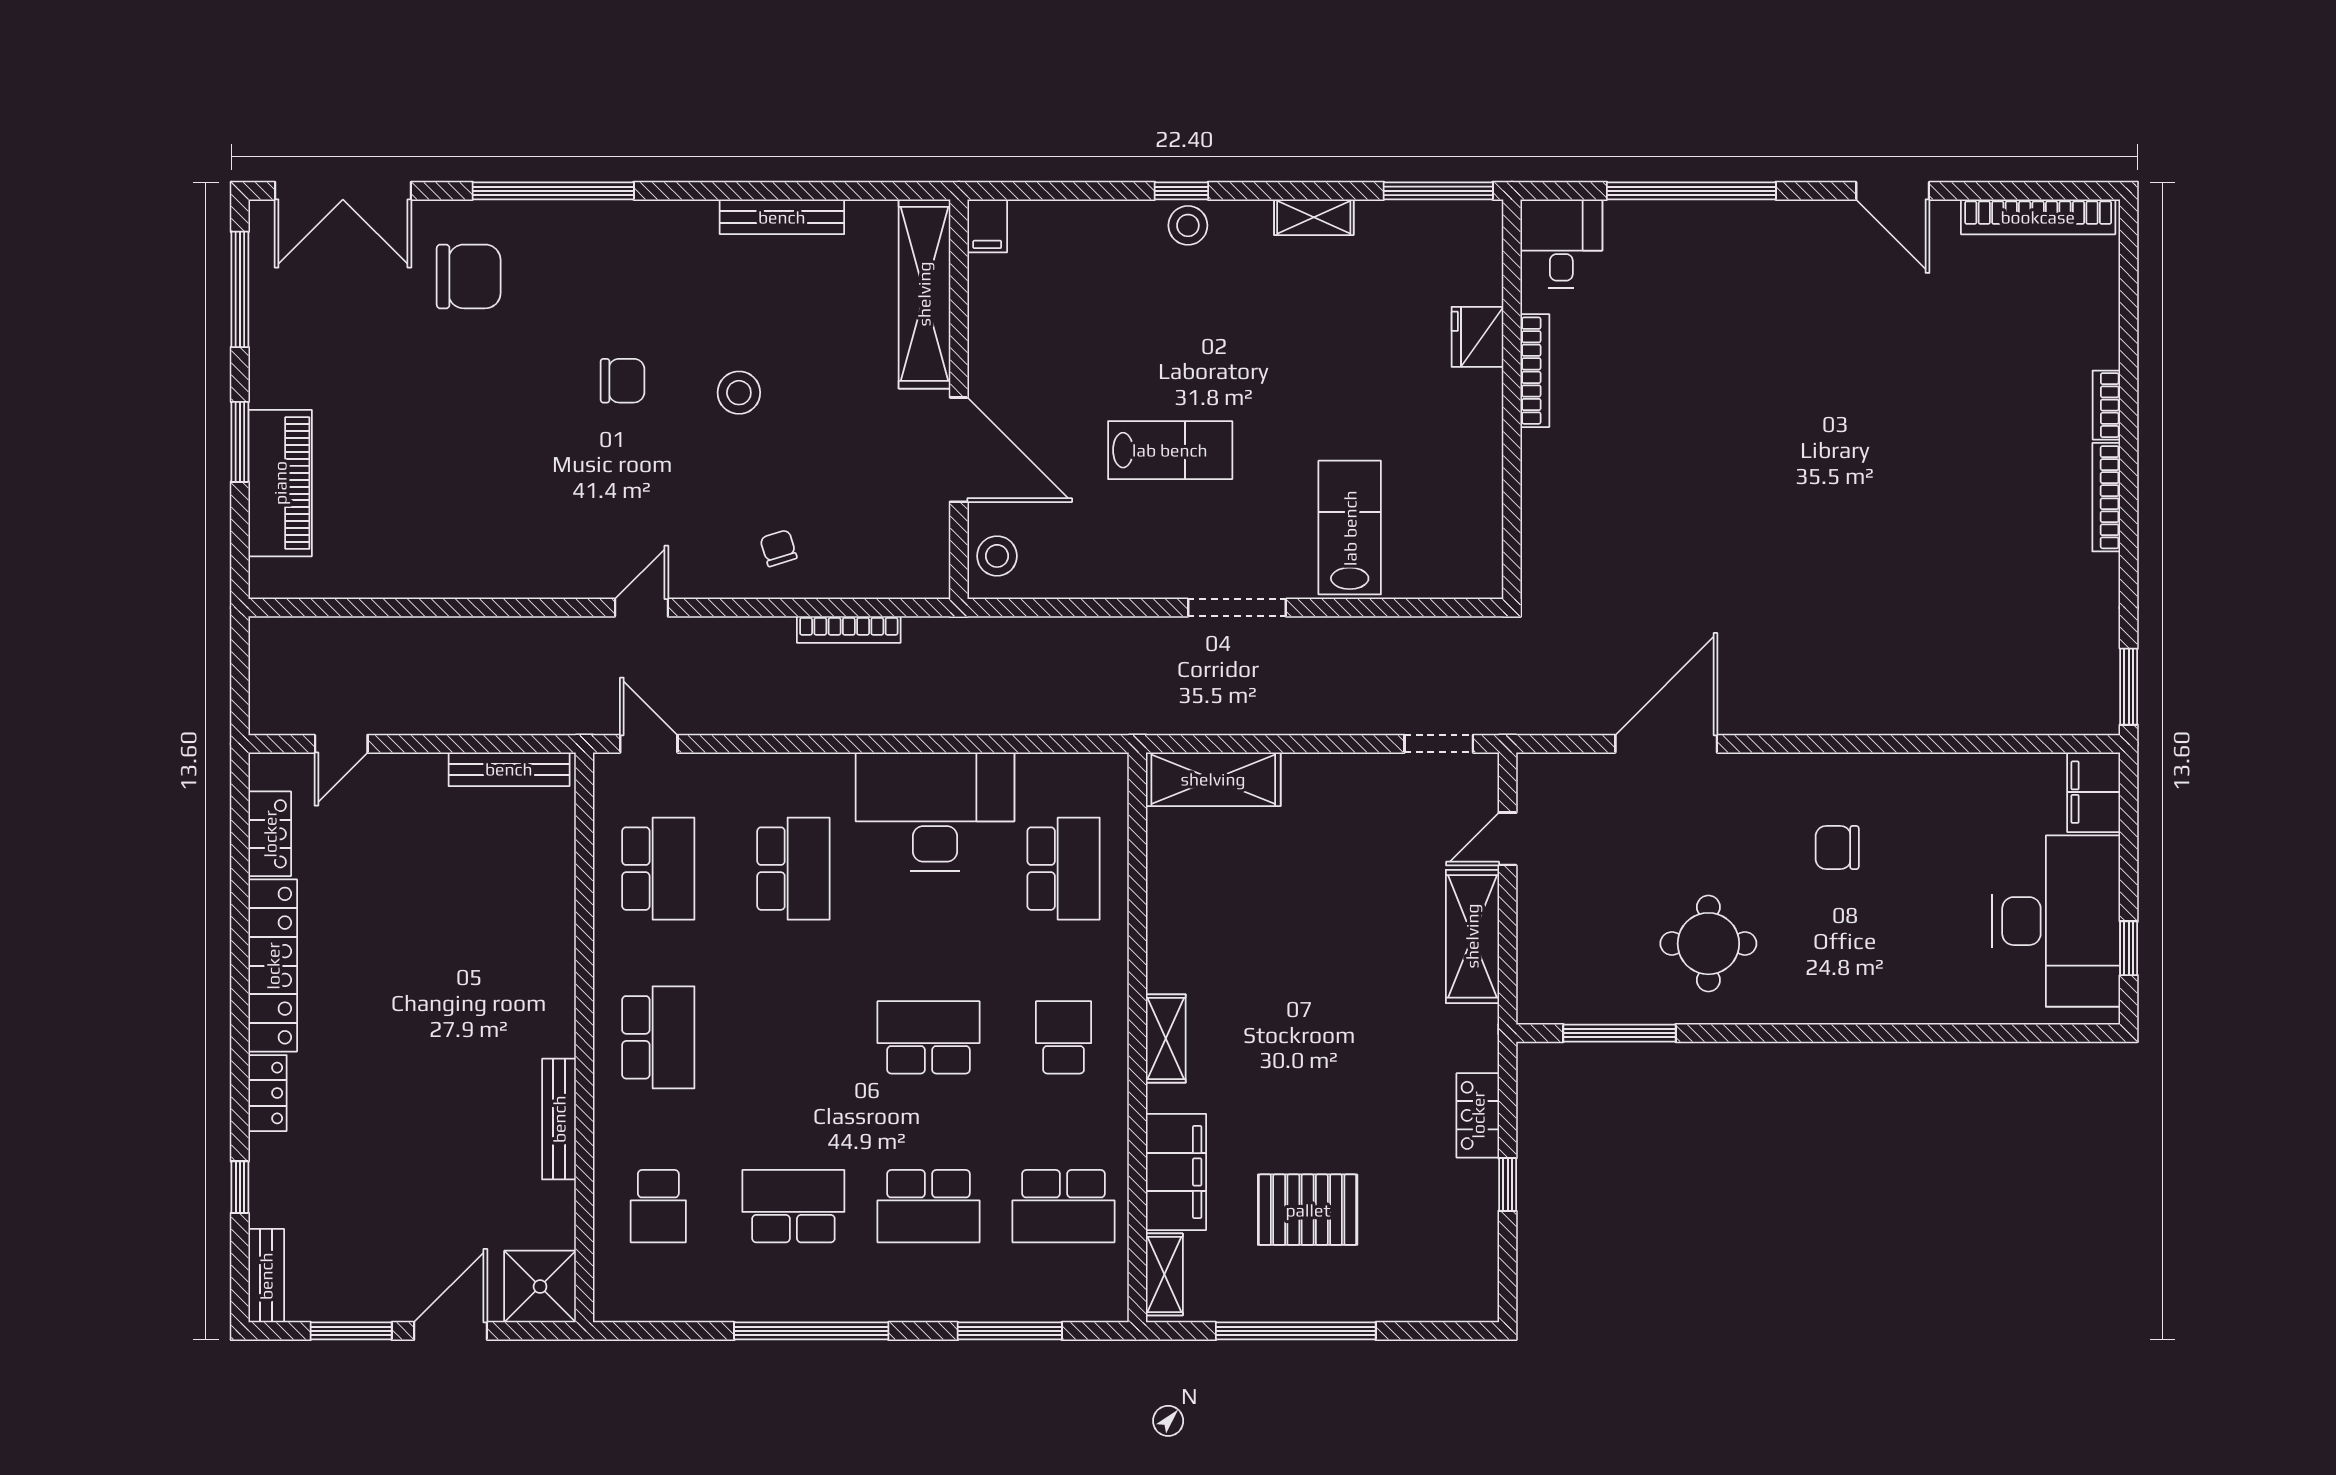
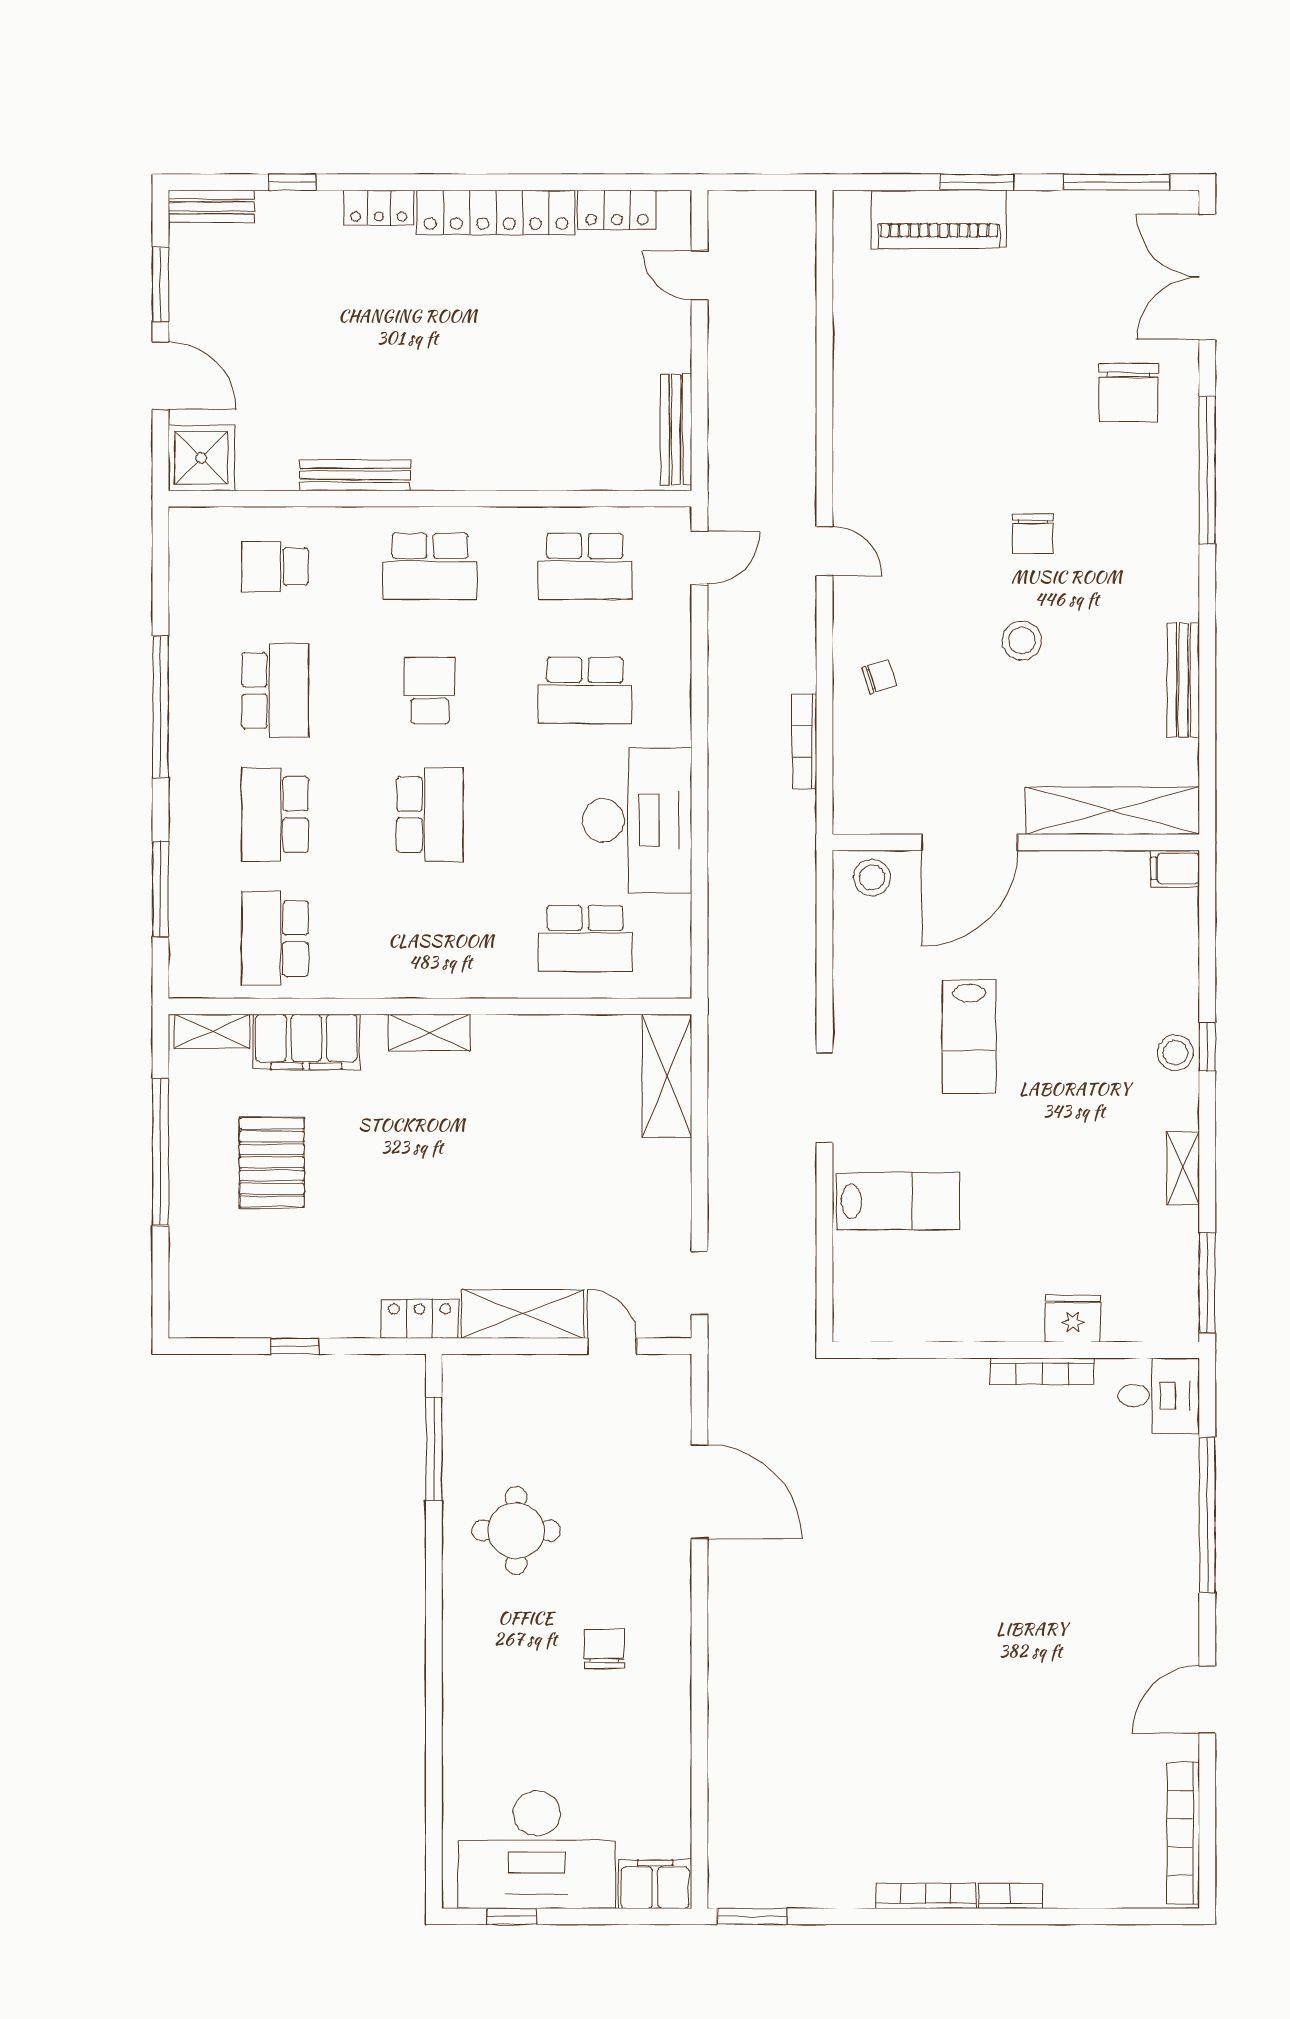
school desk: (1064, 1037) -> (430, 690), moved, turned -90
locker: (1478, 1115) -> (420, 1319), moved

